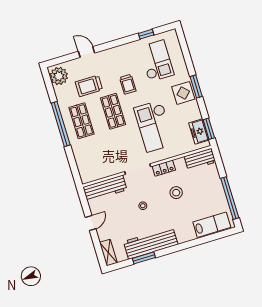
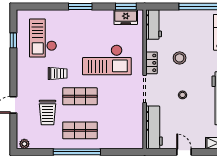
checkout: (157, 61) -> (43, 38), turned -90
plant: (59, 76) -> (24, 144), width x0.53, depth x0.53
display table: (183, 93) -> (83, 21), removed

